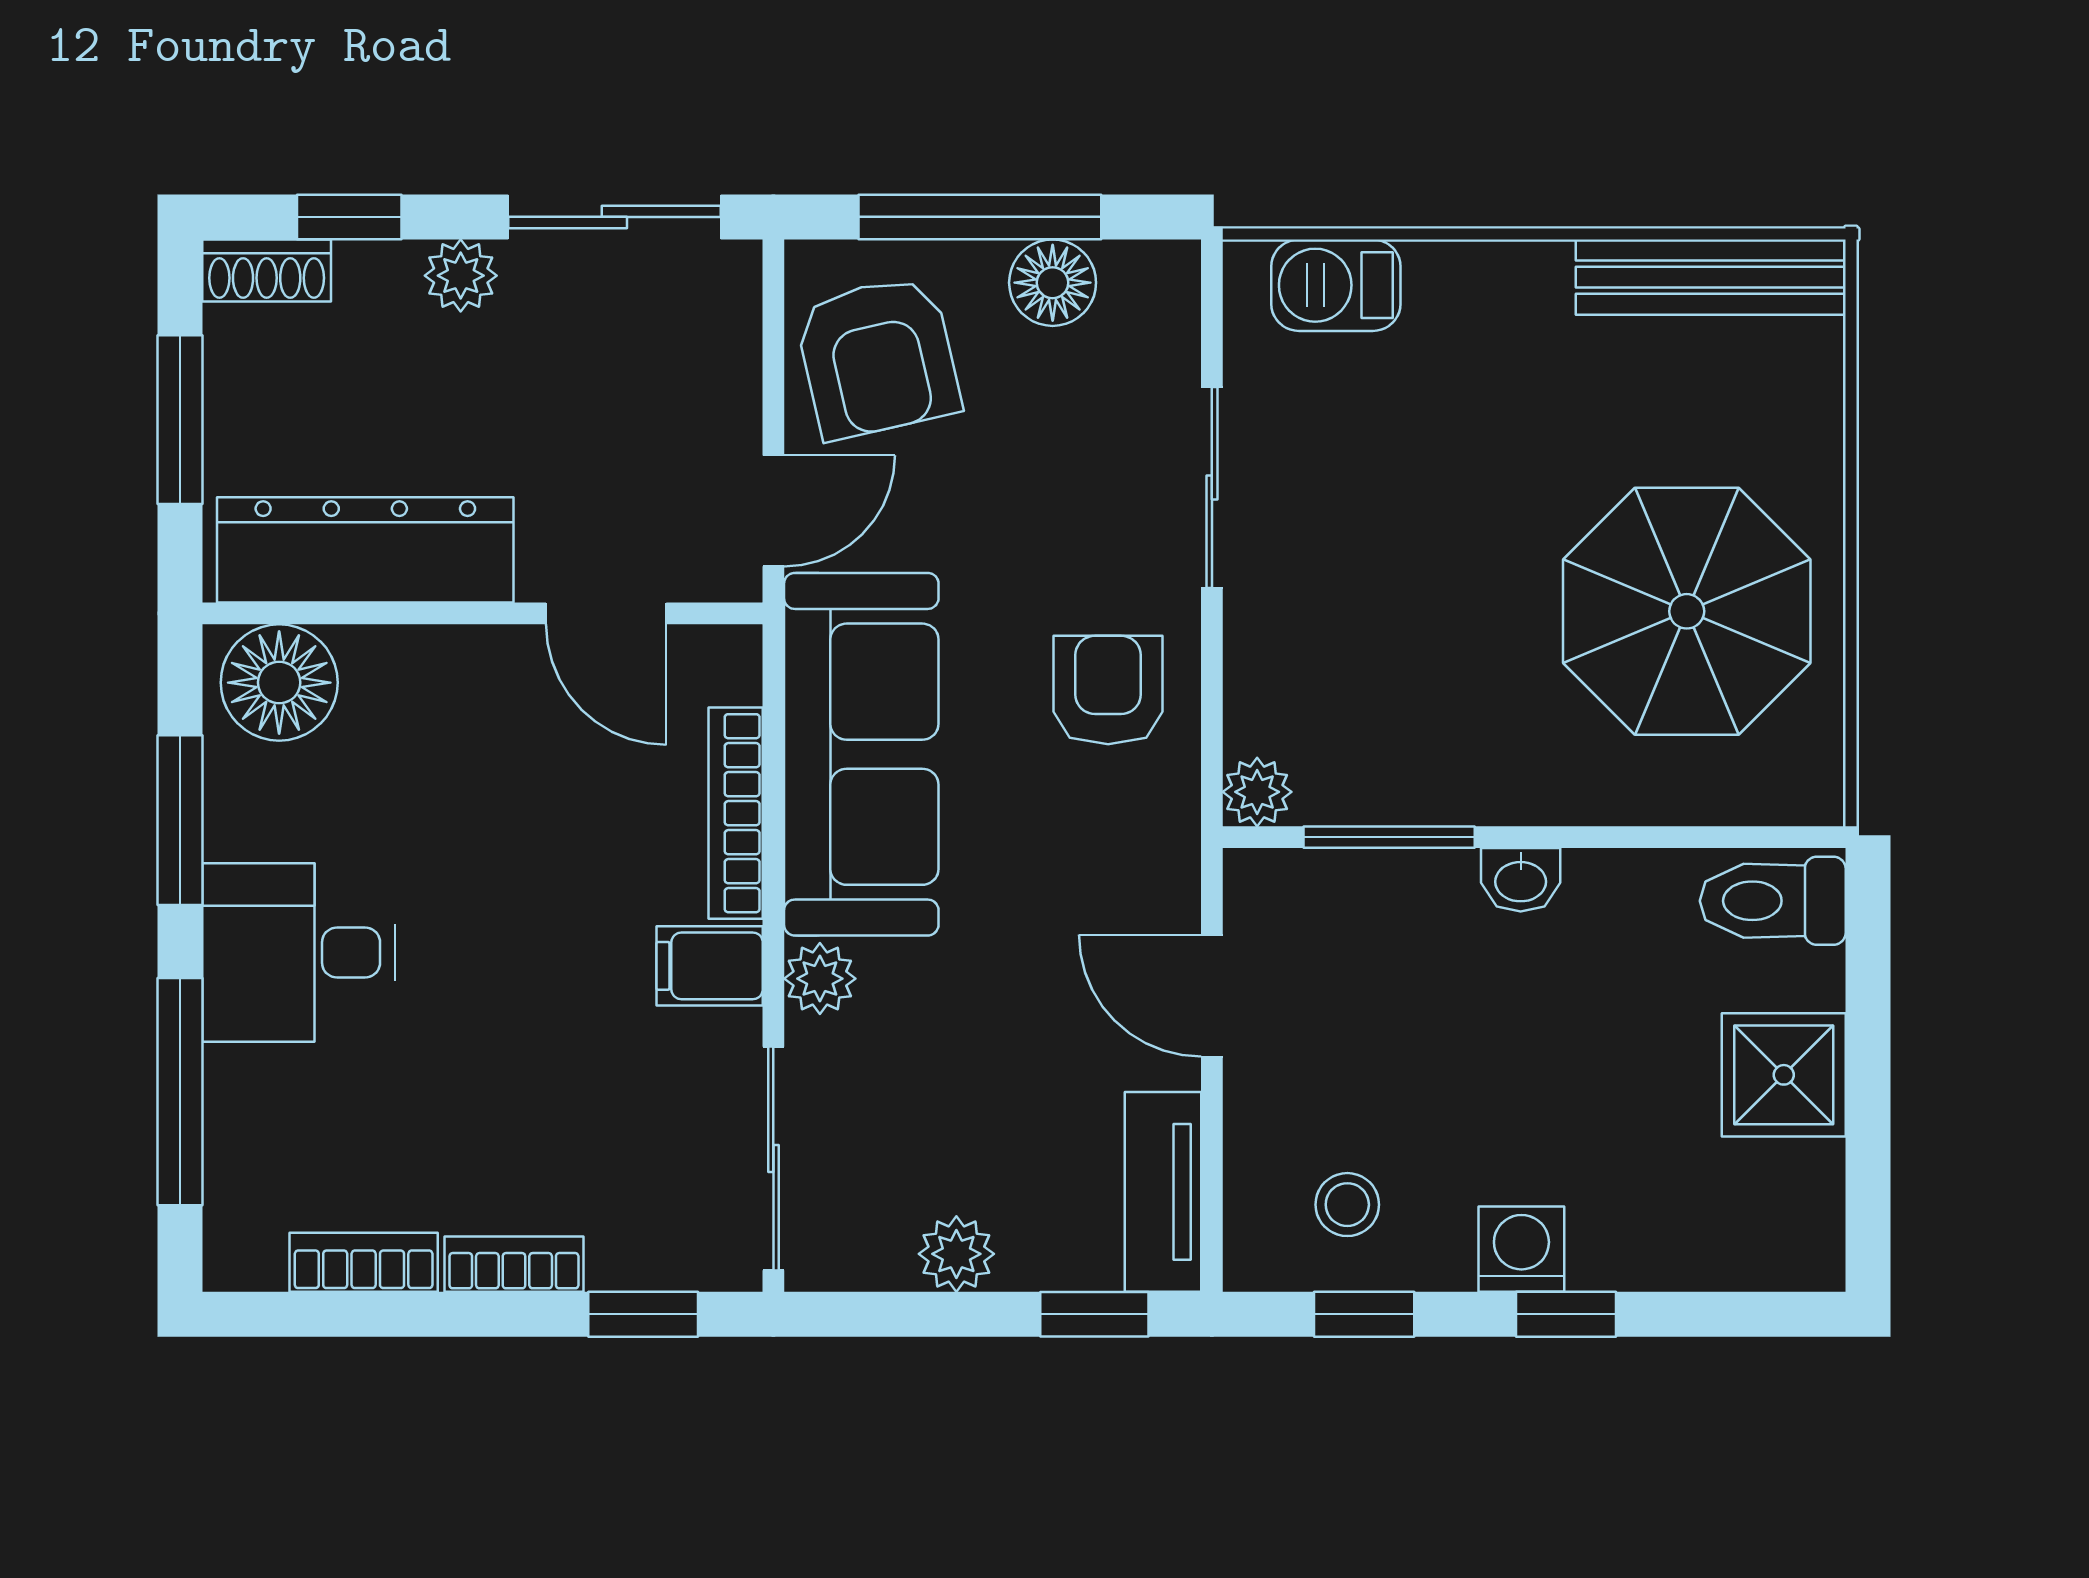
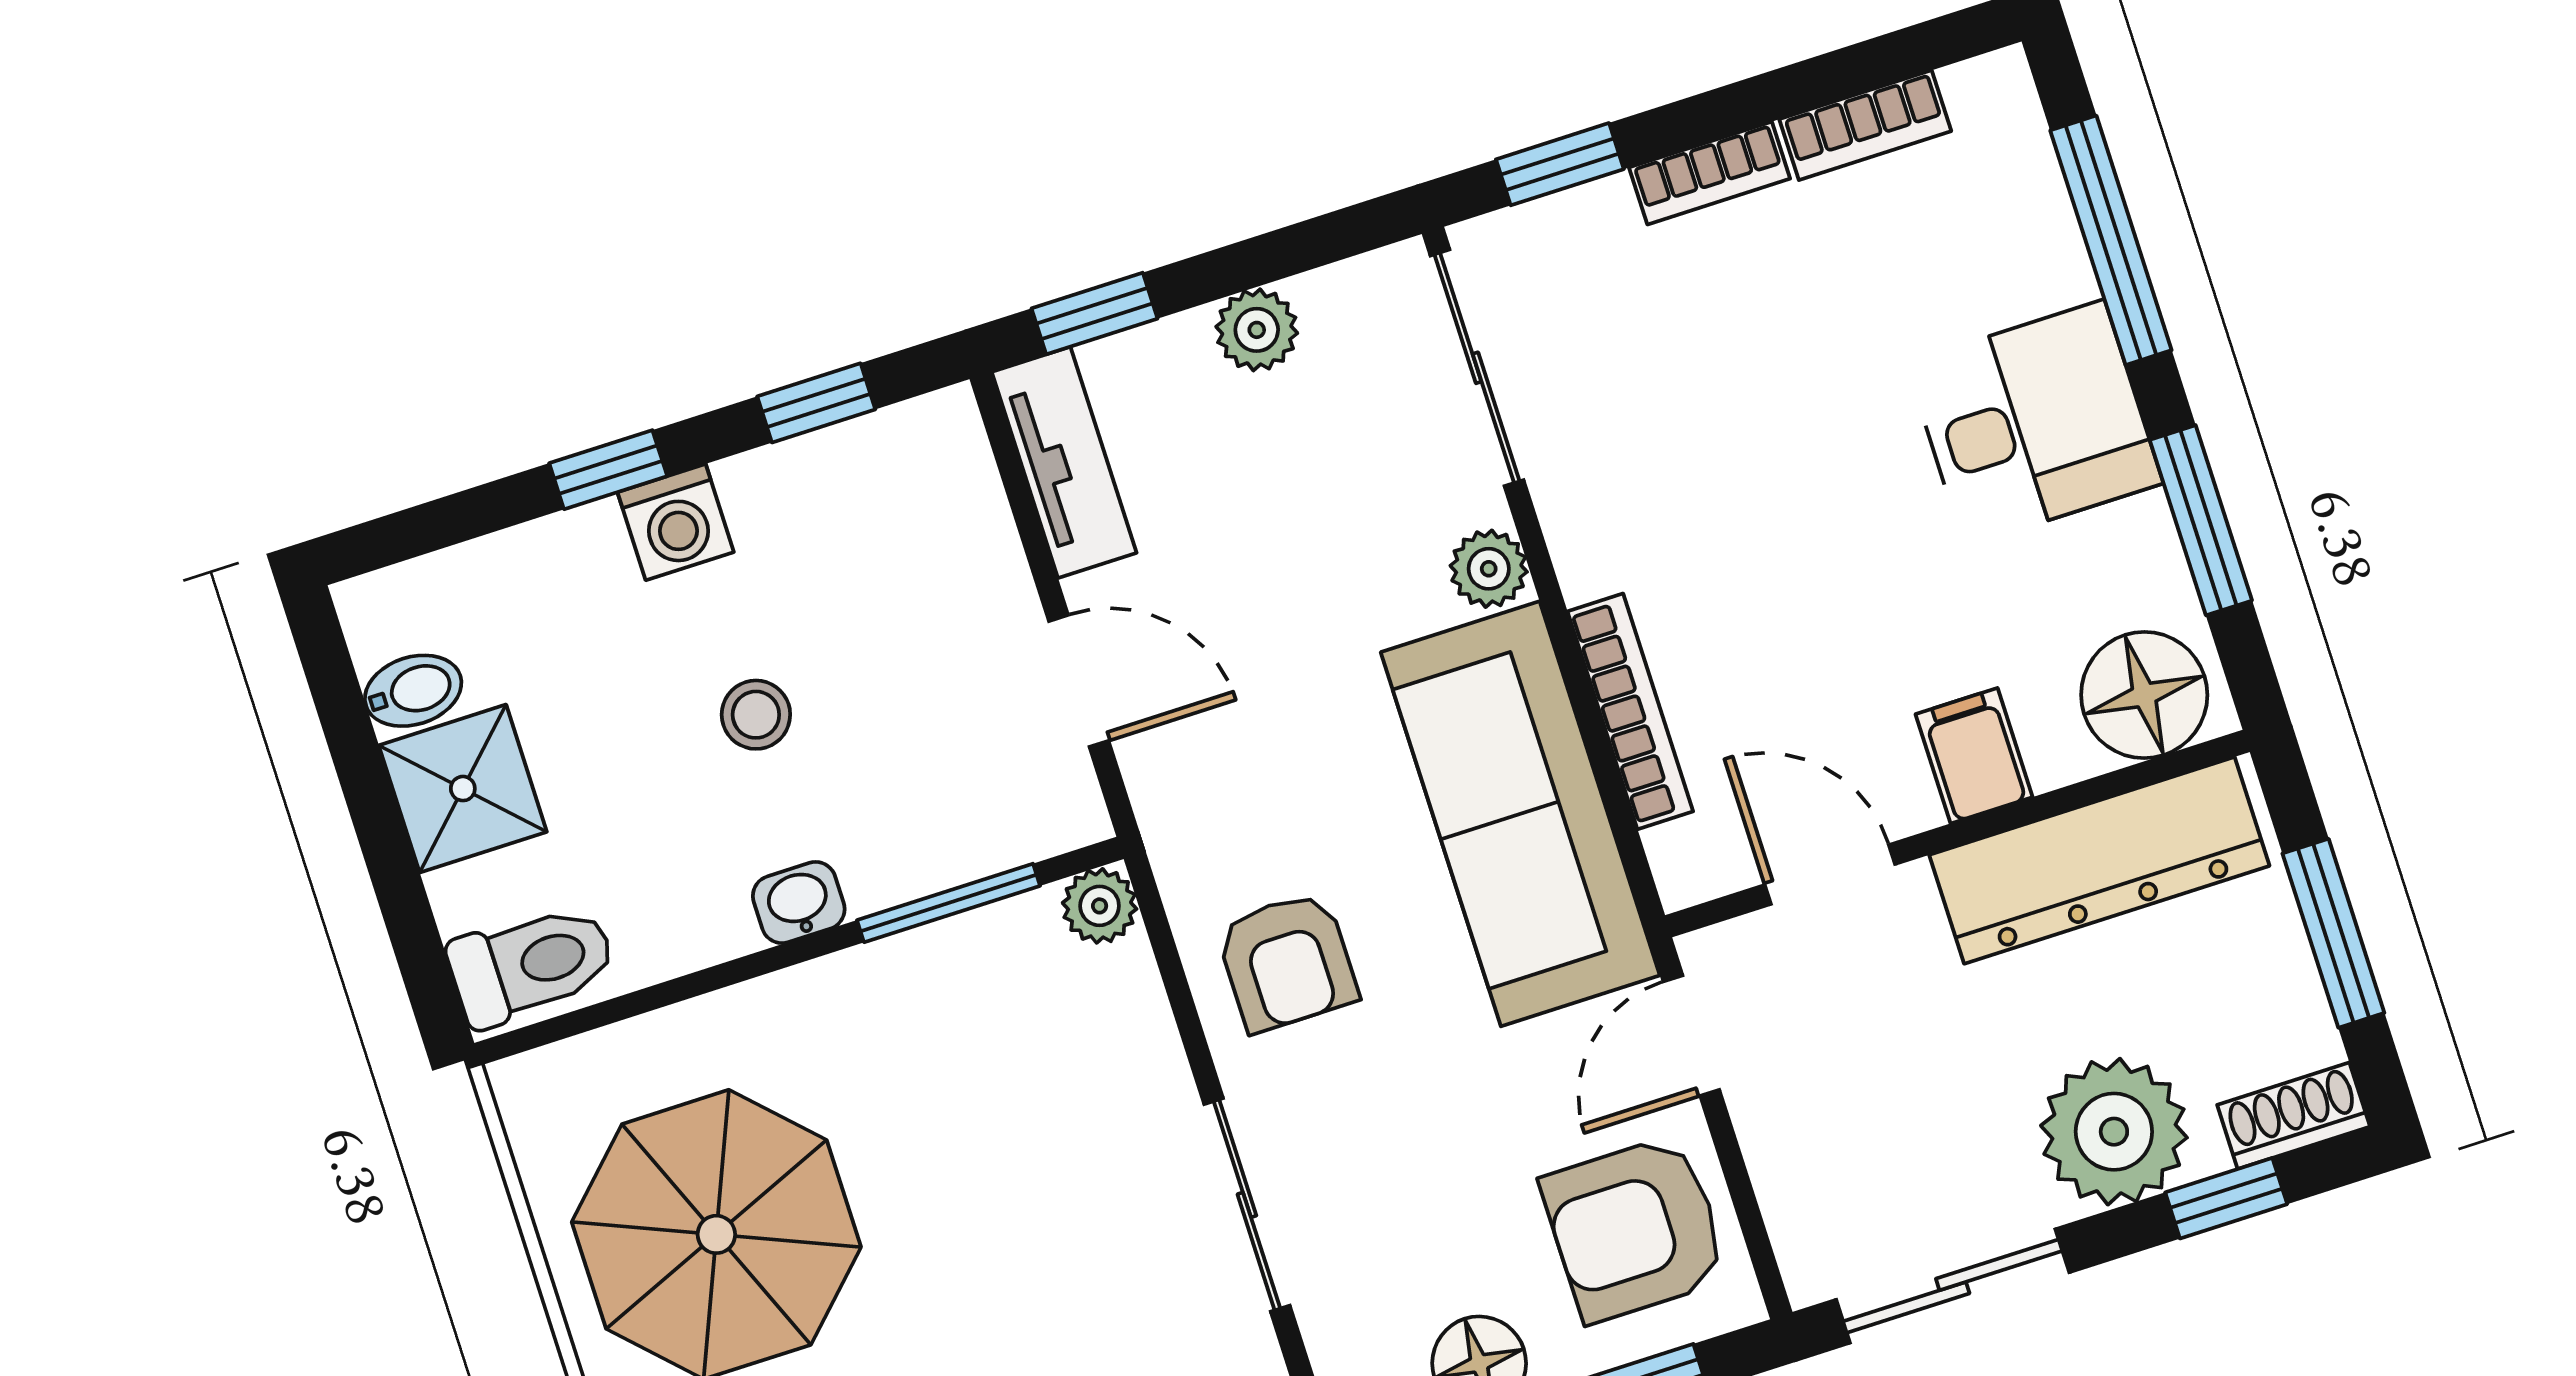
plant: (461, 276) -> (2114, 1132), width x1.88, depth x1.88
armchair: (878, 357) -> (1635, 1229), turned -77
filing cabinet: (710, 966) -> (1974, 756), moved, turned -90
bidet: (1800, 1175) -> (413, 691), added
stool: (1347, 1205) -> (756, 715), moved

